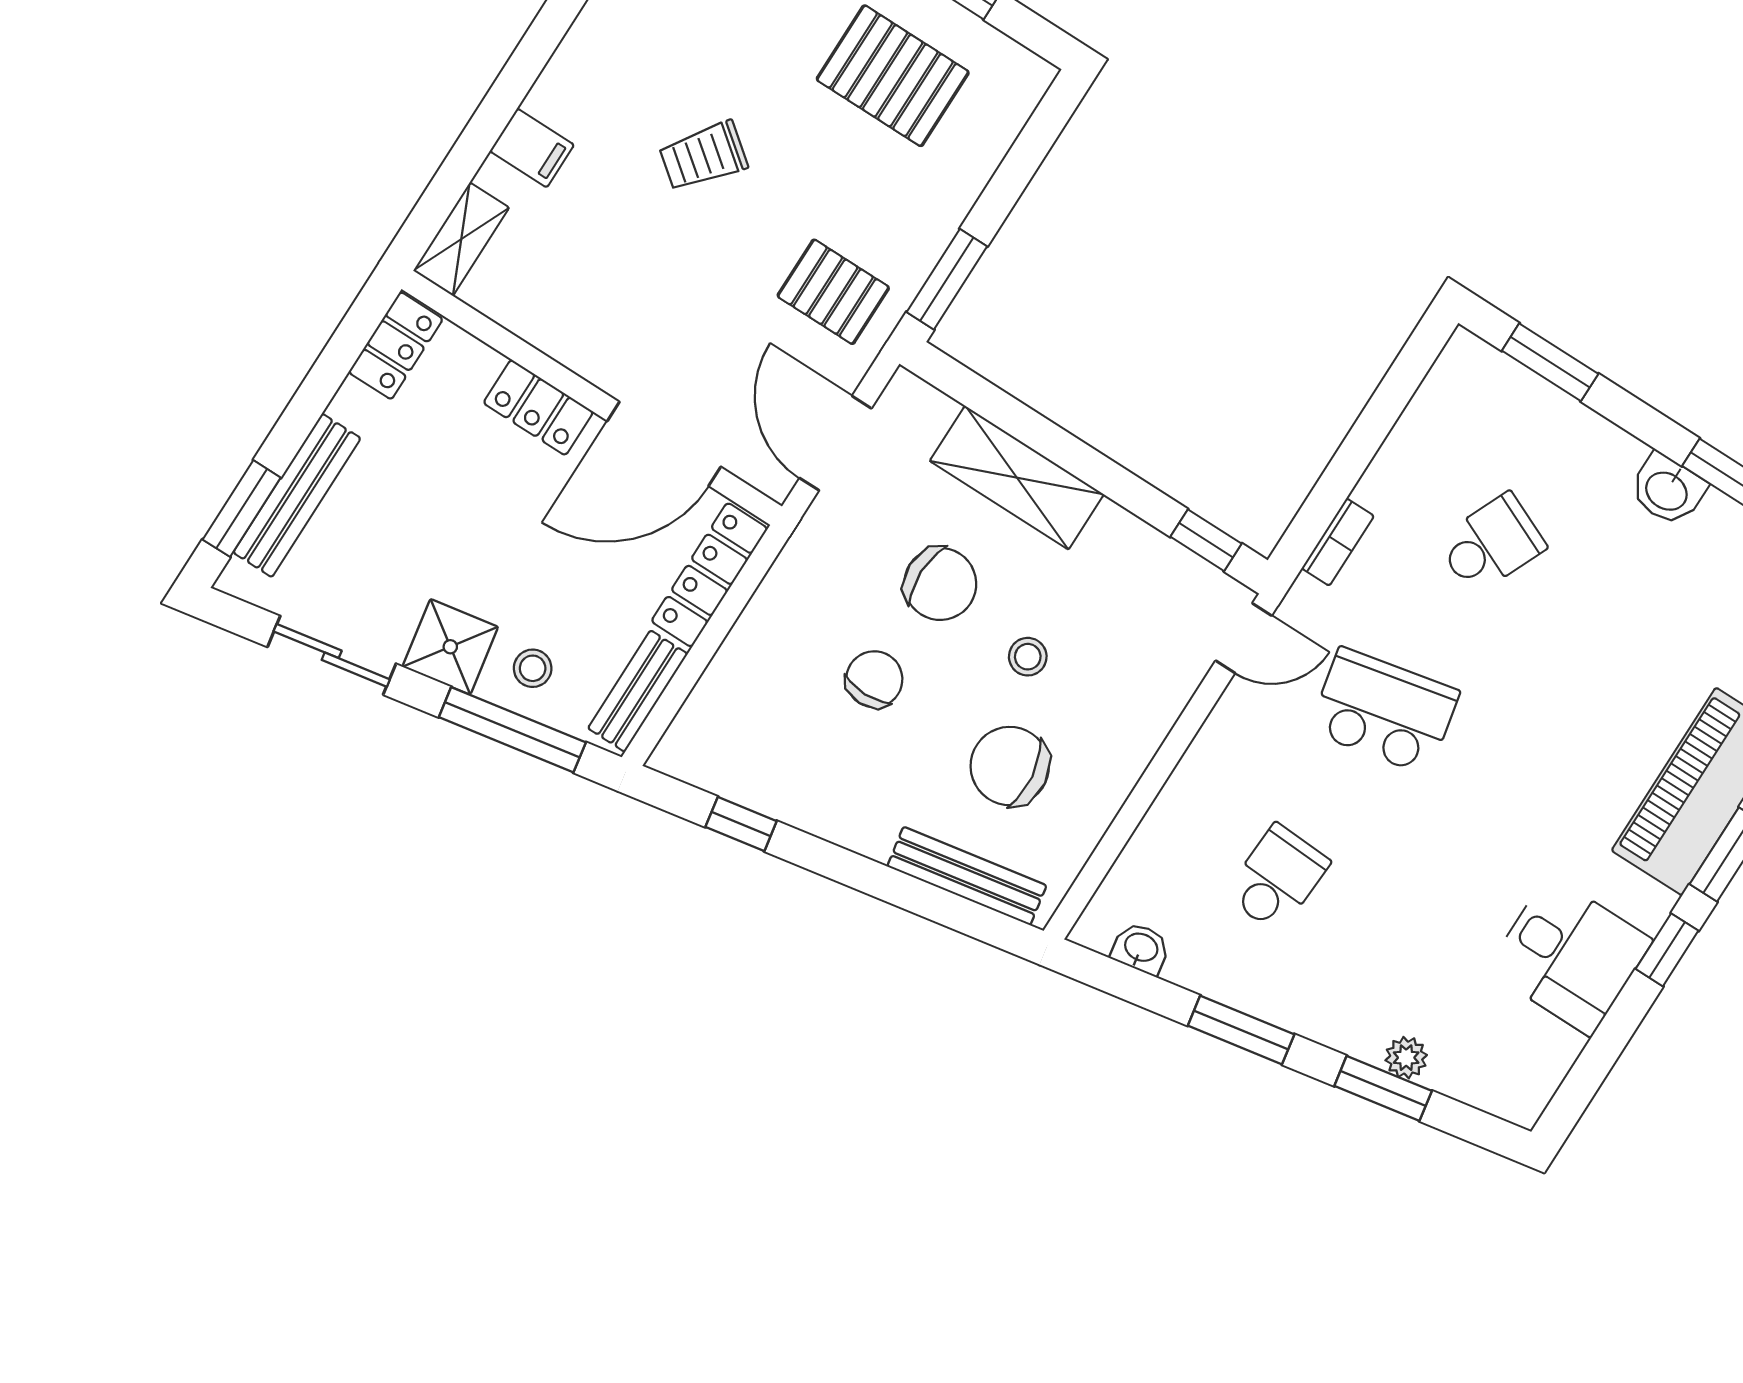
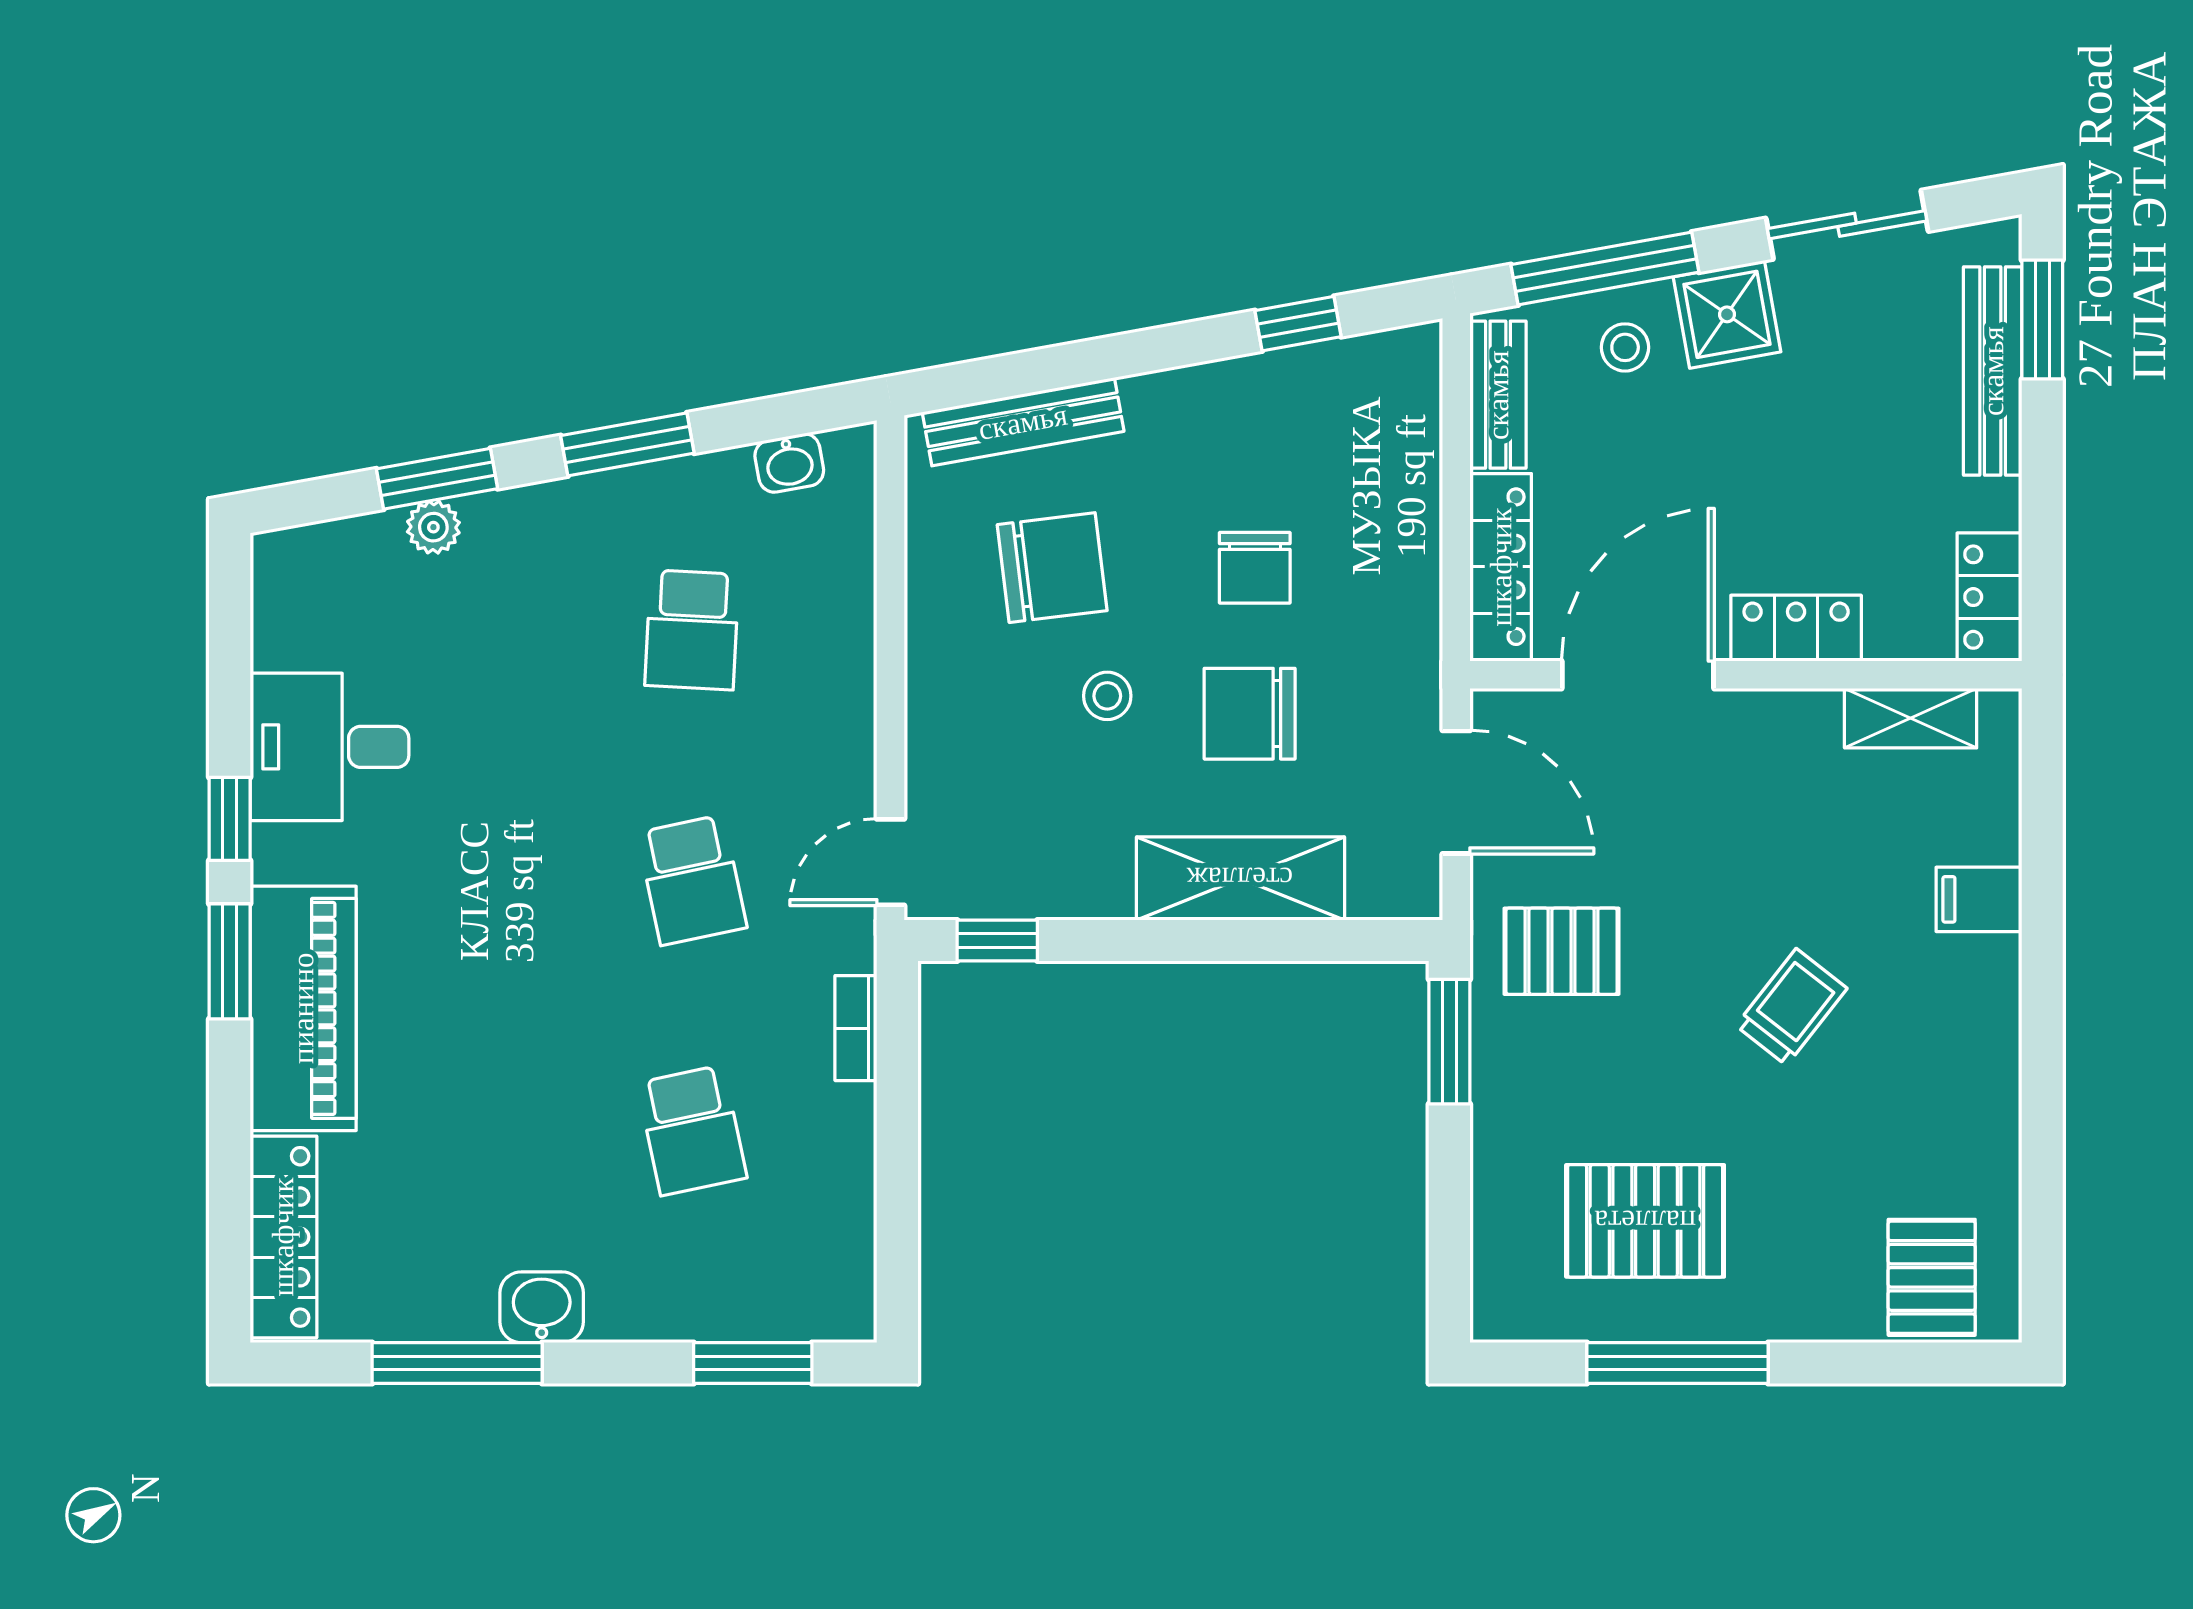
shelving: (461, 239) -> (1911, 718), moved, turned 90
school desk: (1491, 544) -> (692, 1130), turned -36
school desk: (1384, 711) -> (692, 880), width x0.54

